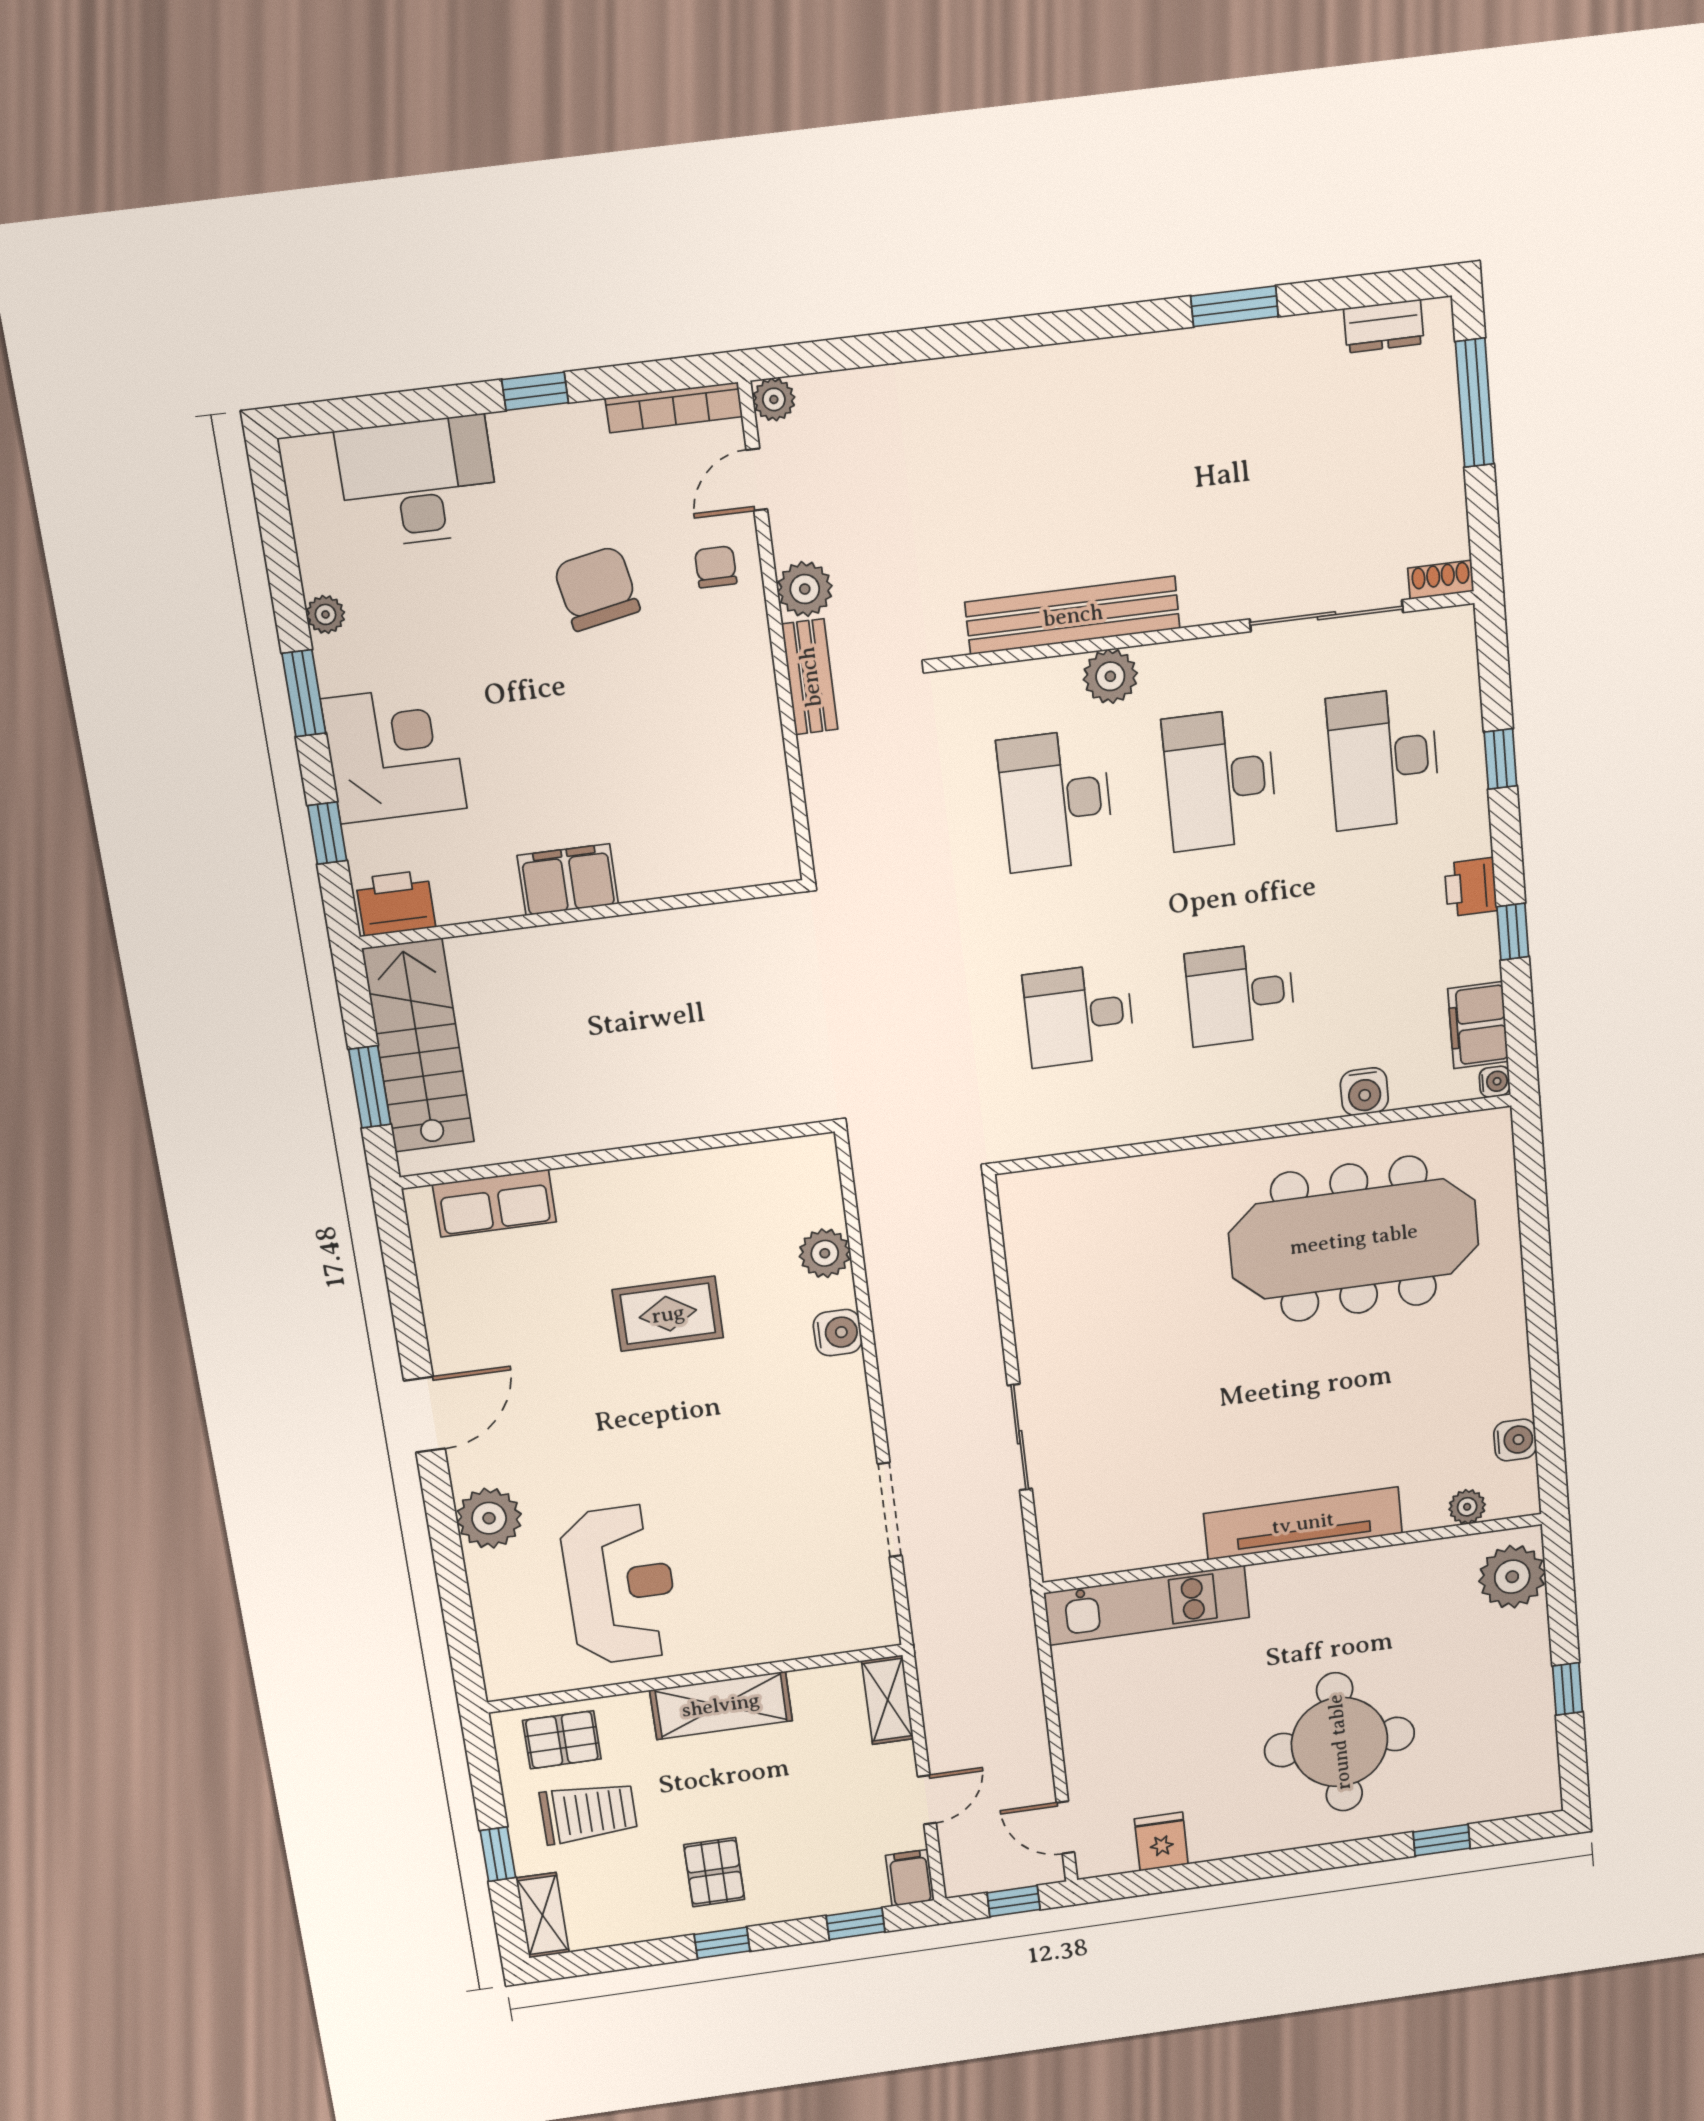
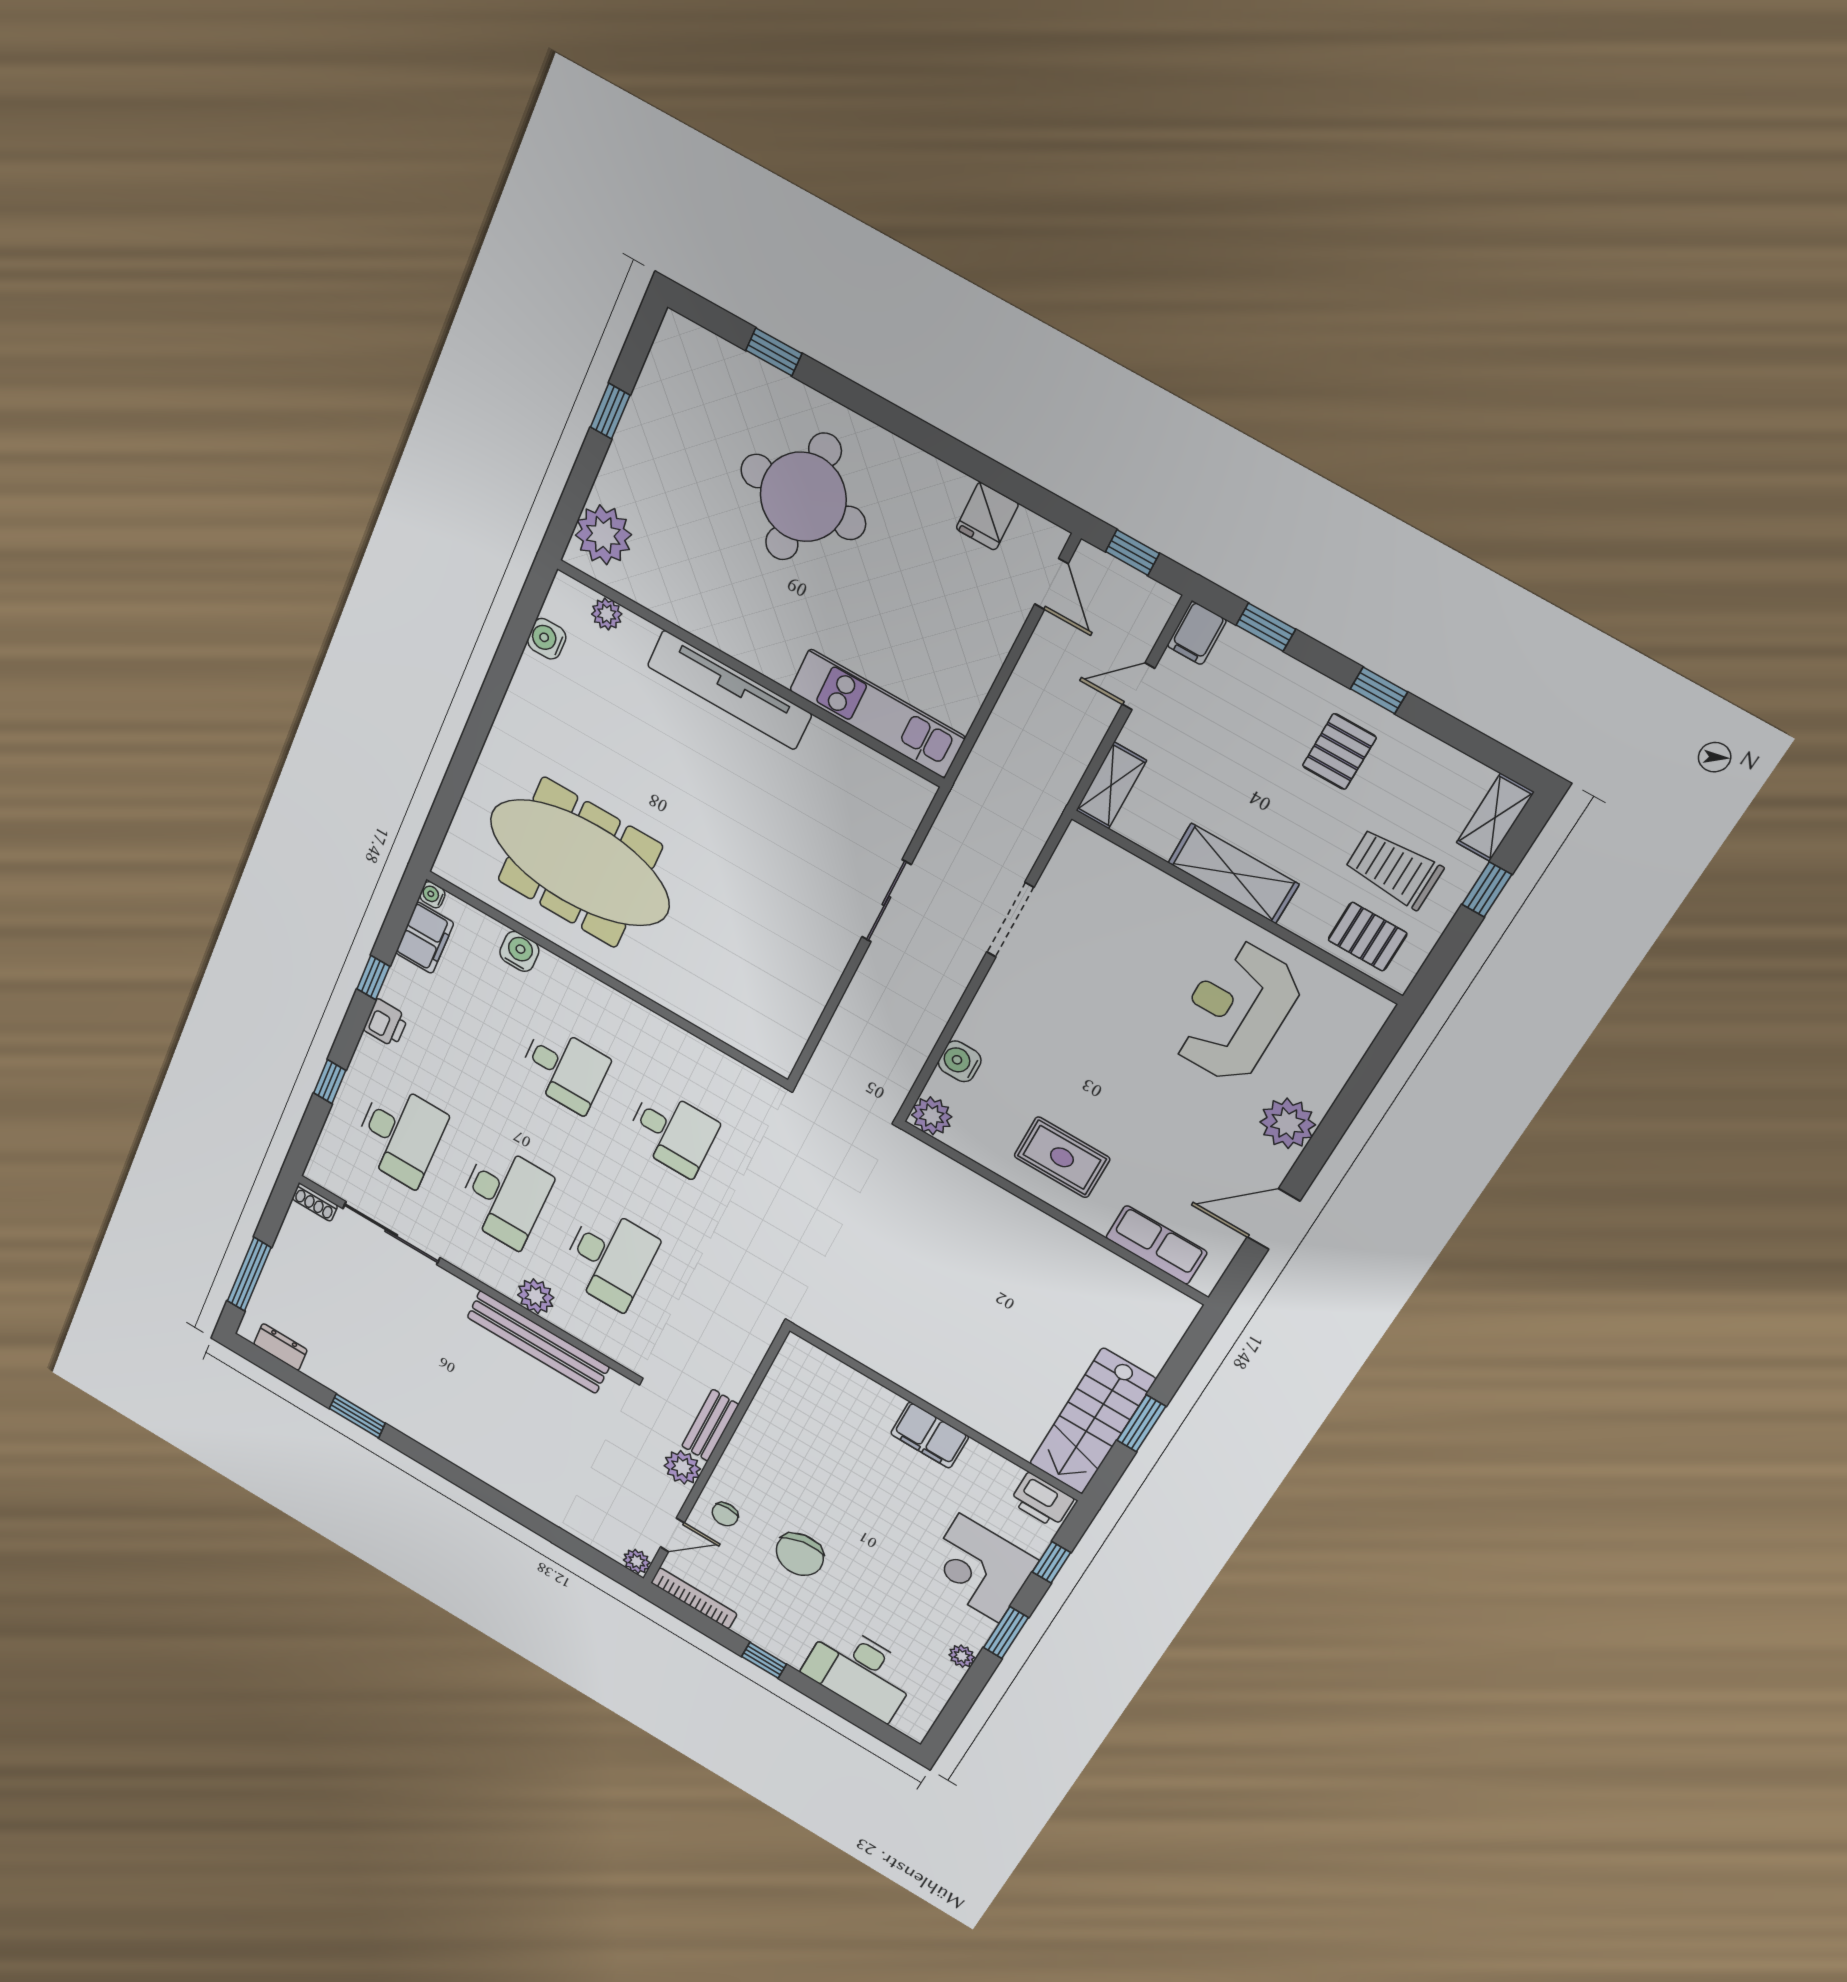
wall: (618, 1154) -> (1054, 1213), moved
row of seats: (494, 1203) -> (1156, 1245), moved

